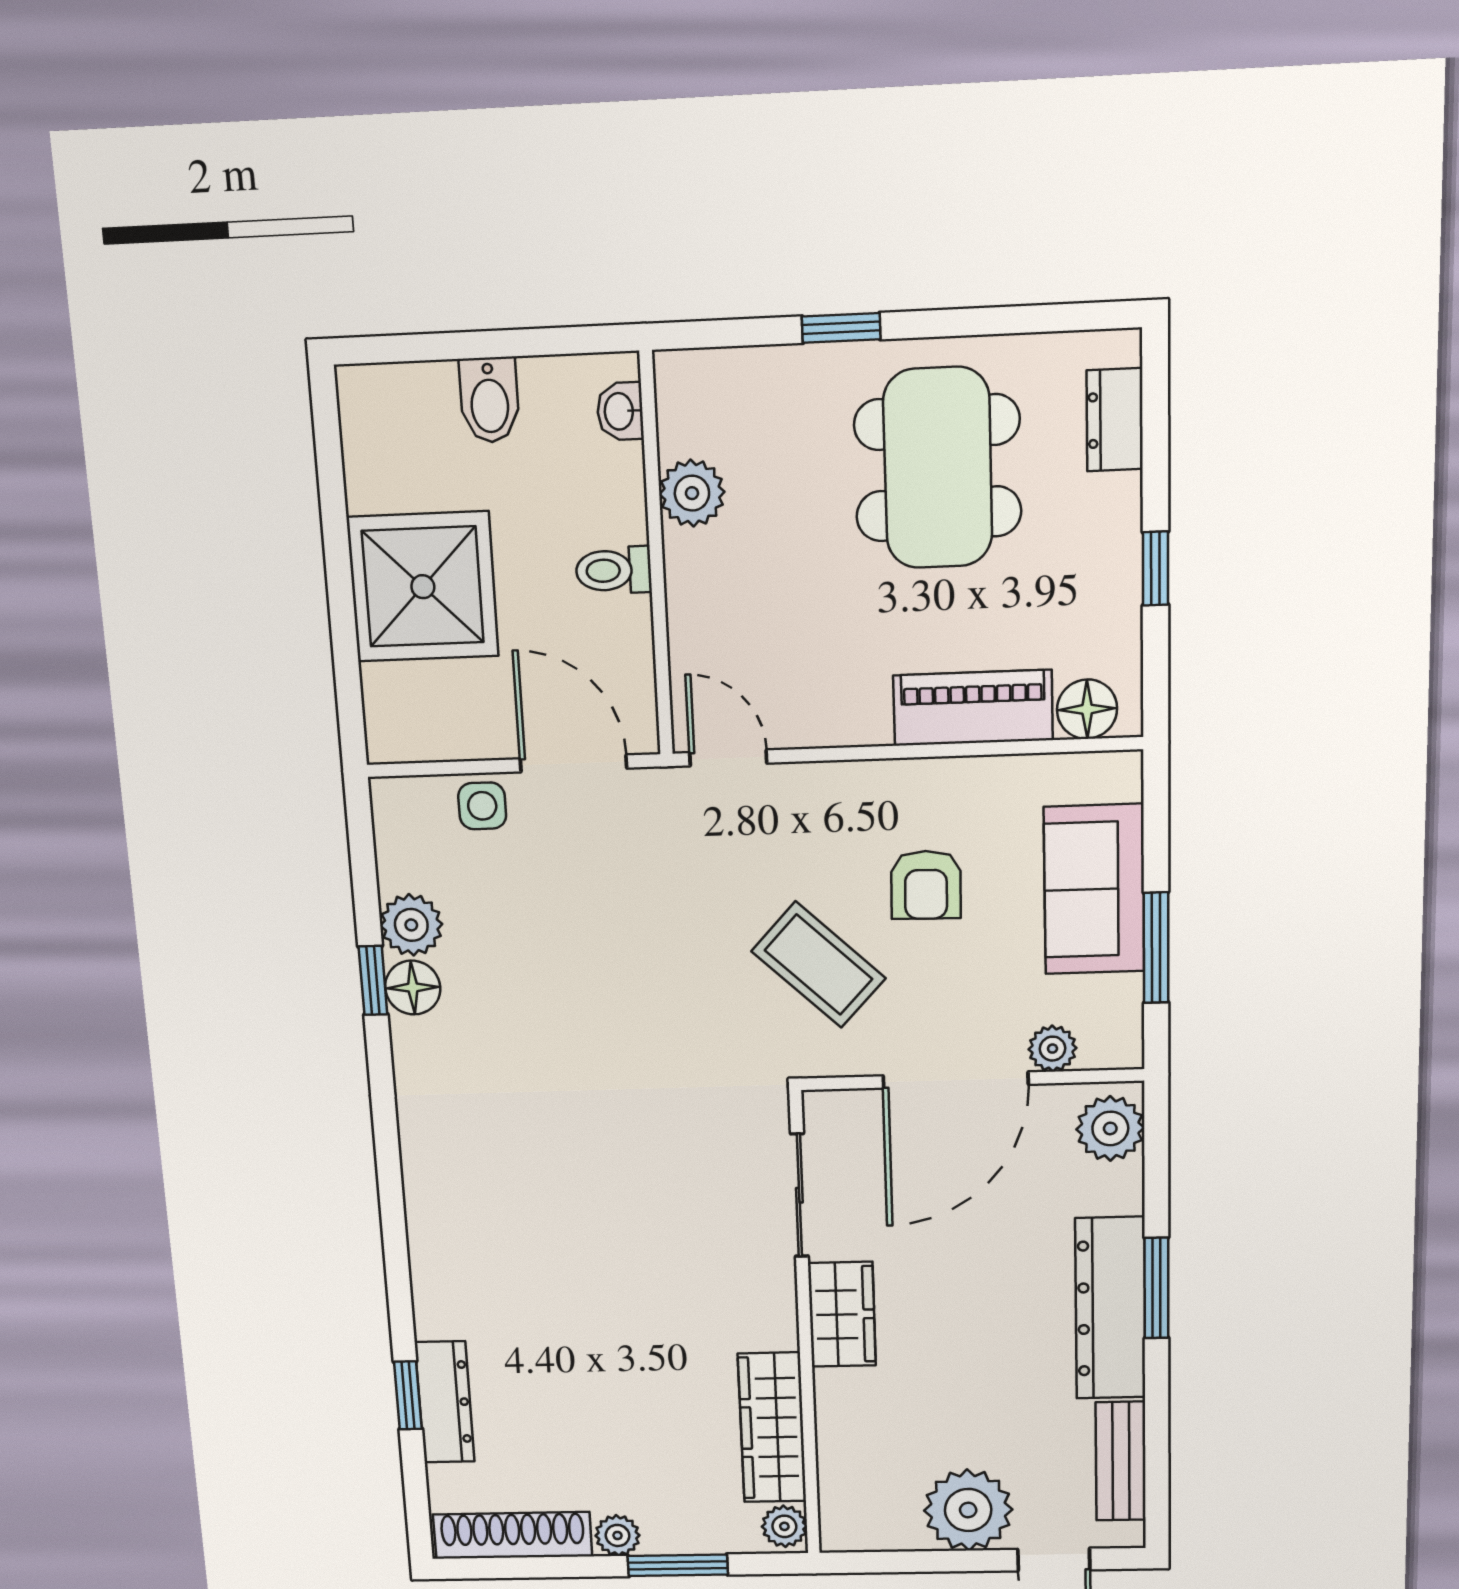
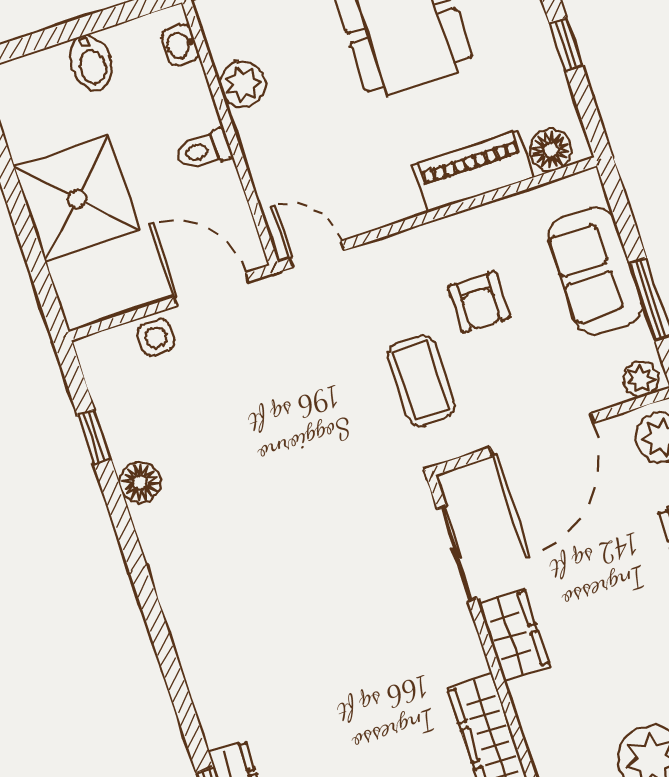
plant: (411, 925) -> (128, 437), removed
coffee table: (818, 965) -> (421, 381), turned 47
window: (373, 980) -> (94, 437), moved
plant: (1052, 1049) -> (641, 379), moved

